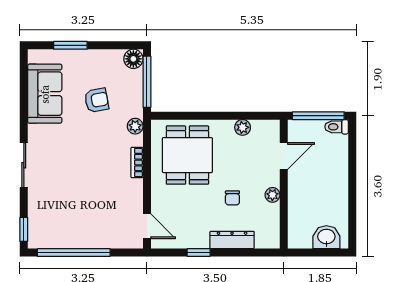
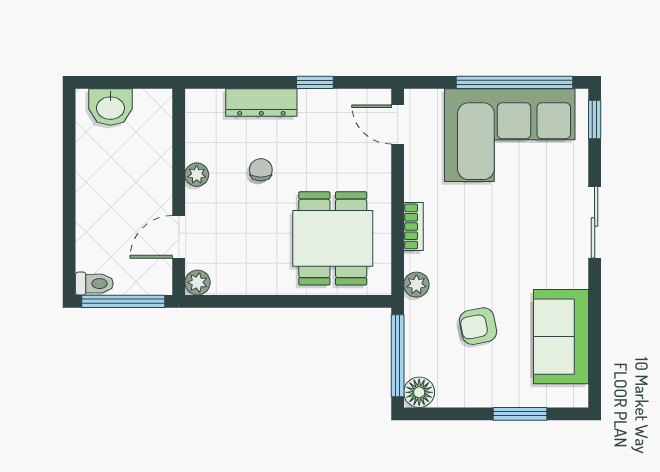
plant: (243, 127) -> (197, 282), moved
corner sofa: (77, 220) -> (510, 135), added

